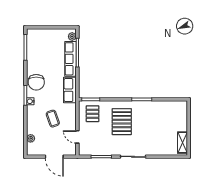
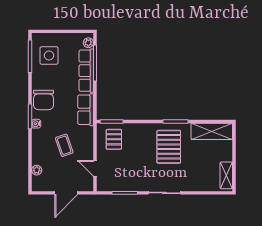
side table: (41, 47) -> (49, 56), added
shelving: (171, 107) -> (212, 131), added
pallet: (122, 122) -> (169, 147), moved
door: (54, 157) -> (66, 193), hinge flipped

